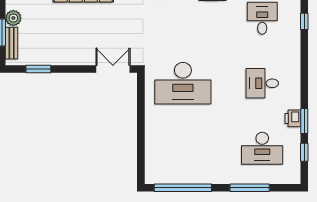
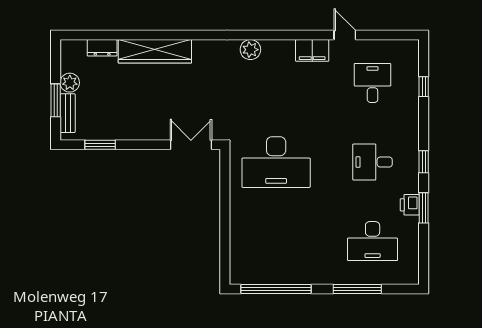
window: (304, 152) -> (424, 162), moved

